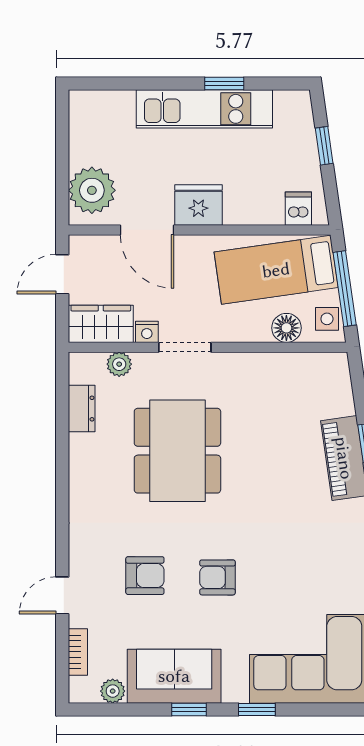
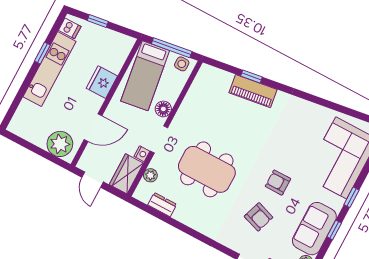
fridge: (198, 205) -> (102, 82), moved
dishwasher: (298, 209) -> (70, 28), moved, turned 180
floor lamp: (286, 328) -> (163, 109), moved
armchair: (145, 576) -> (259, 217), turned 109
armchair: (217, 577) -> (278, 183), turned 90

